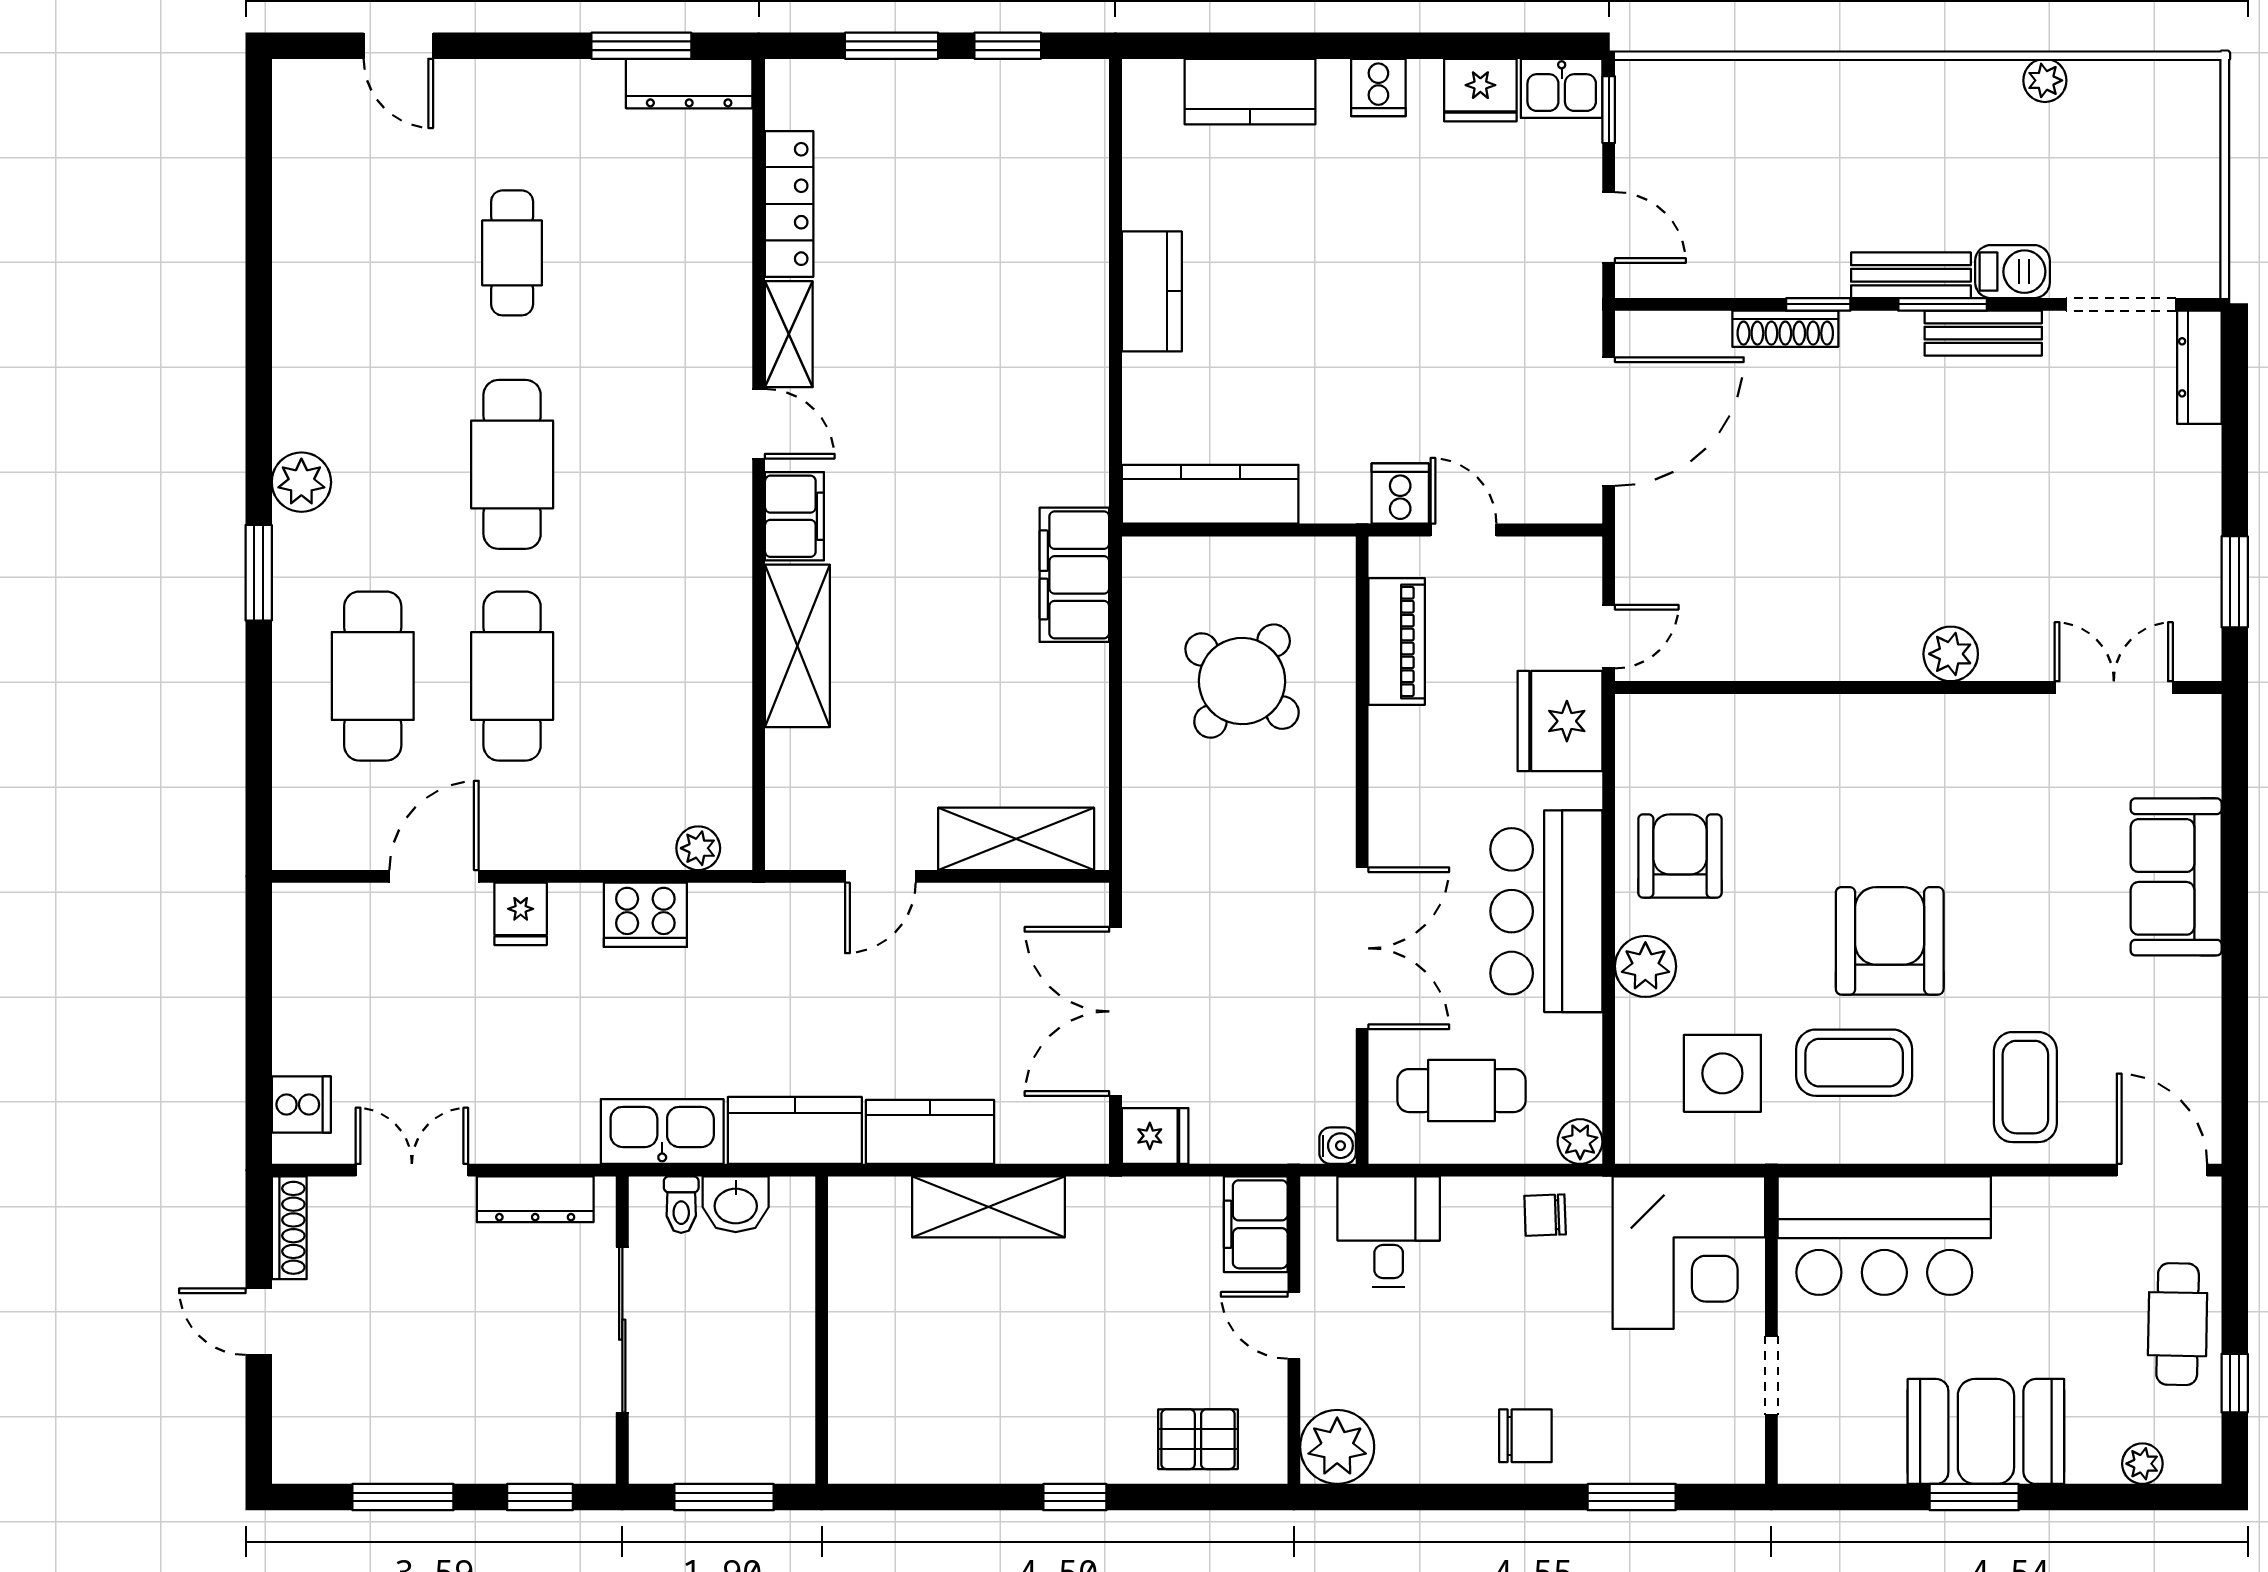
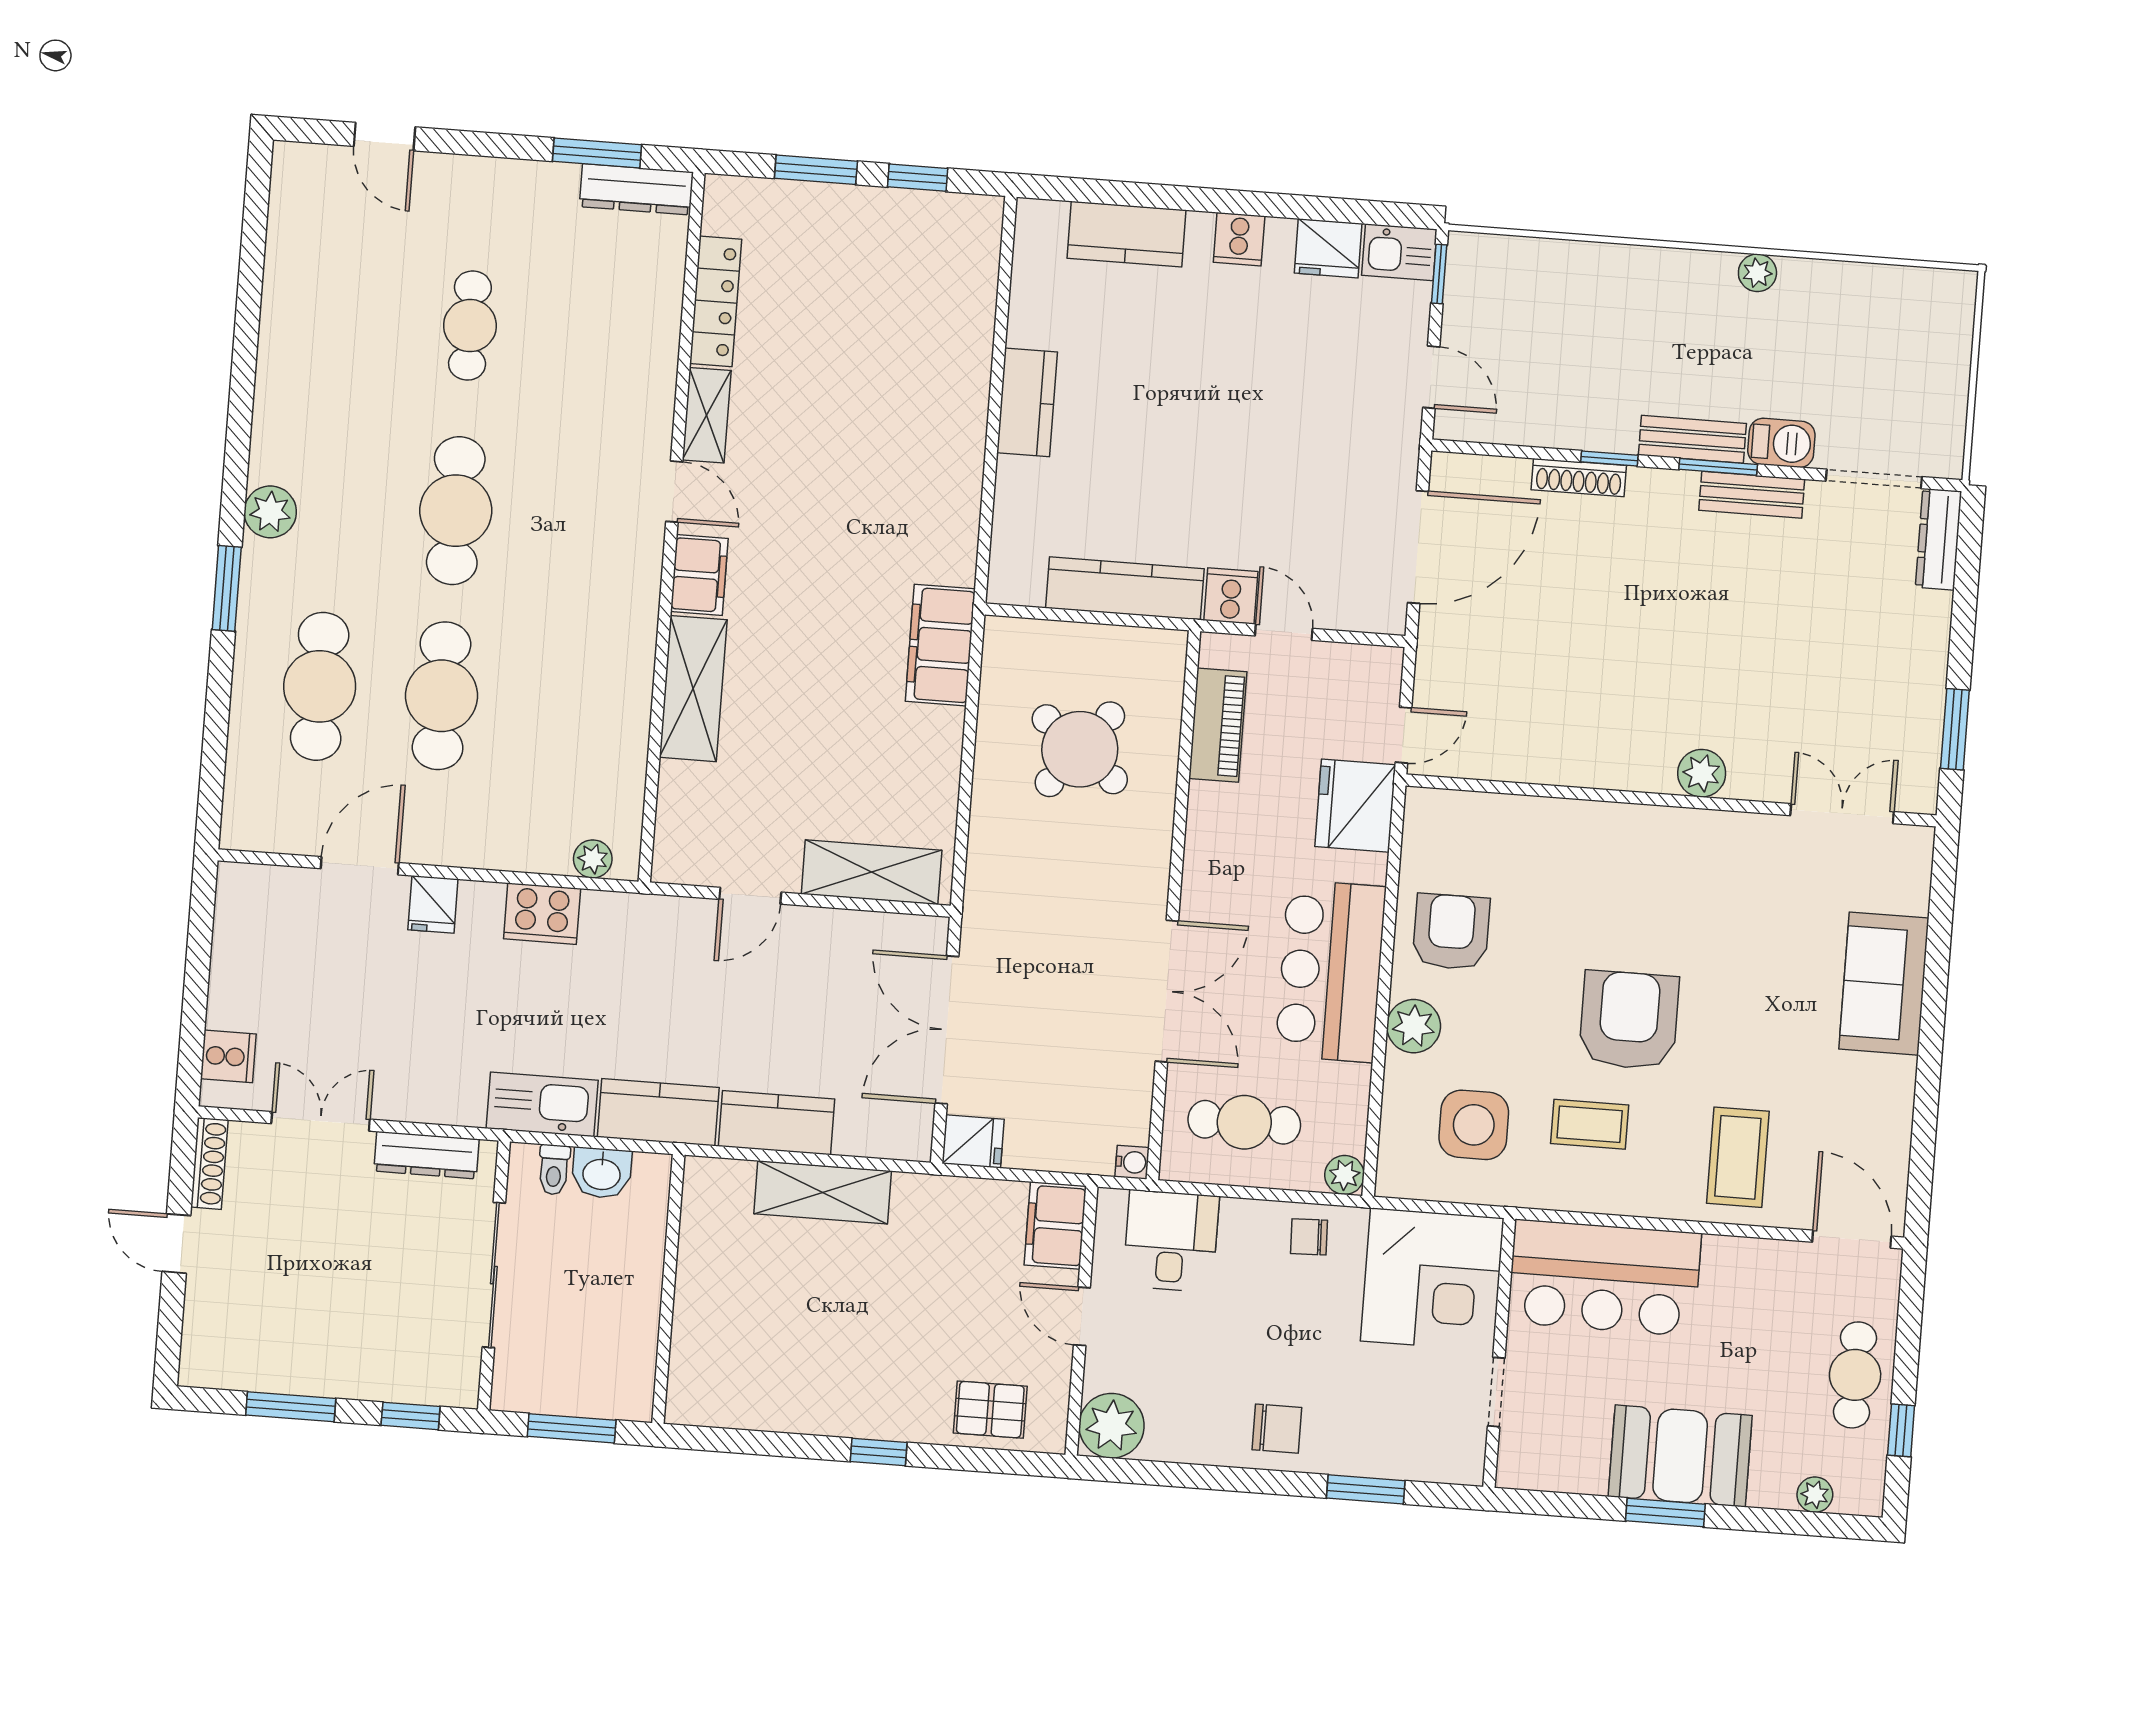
plant: (2045, 80) -> (1757, 273), moved
kitchen counter: (1210, 494) -> (1125, 588), moved
coffee table: (1854, 1063) -> (1590, 1124), width x0.73, depth x0.77

